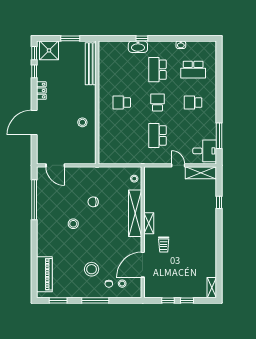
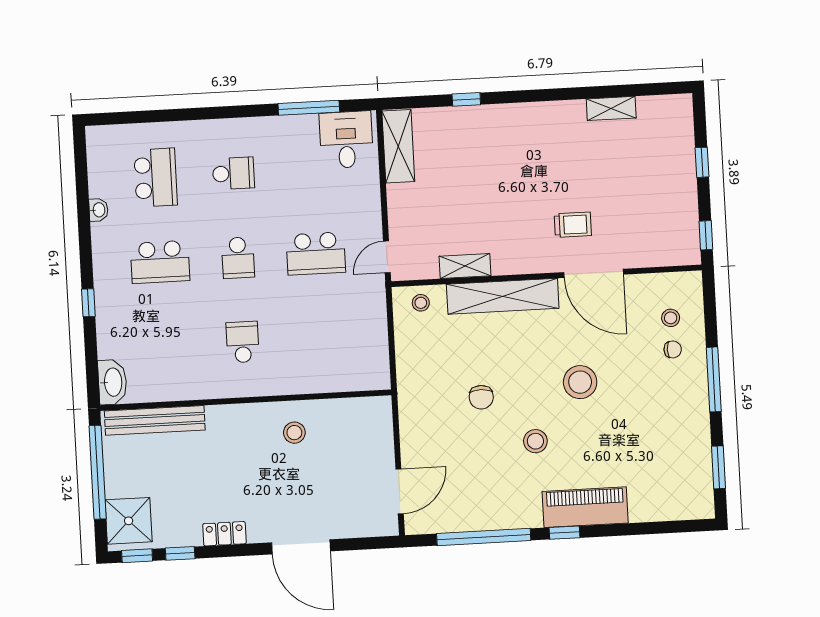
window: (70, 38) -> (98, 472), width x2.11
washbasin: (138, 47) -> (112, 382), moved
school desk: (122, 103) -> (243, 342), turned 180
school desk: (157, 103) -> (238, 258), turned -90
school desk: (193, 103) -> (233, 173), turned -90
door: (178, 165) -> (387, 257), moved
shelving: (149, 223) -> (465, 266), moved
window: (34, 234) -> (564, 533), added
door: (143, 265) -> (594, 273), moved
stool: (92, 269) -> (580, 382), moved
piano: (44, 274) -> (585, 507), moved
shelving: (212, 288) -> (611, 108), moved
window: (168, 300) -> (706, 235), moved

